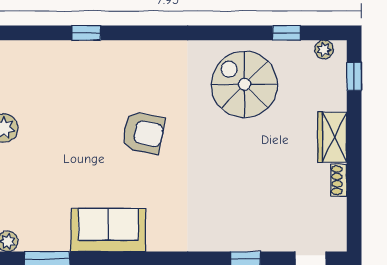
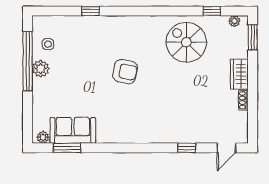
window: (354, 77) -> (253, 37), width x1.50
side table: (16, 87) -> (48, 44), added
sofa: (108, 230) -> (73, 130), moved

